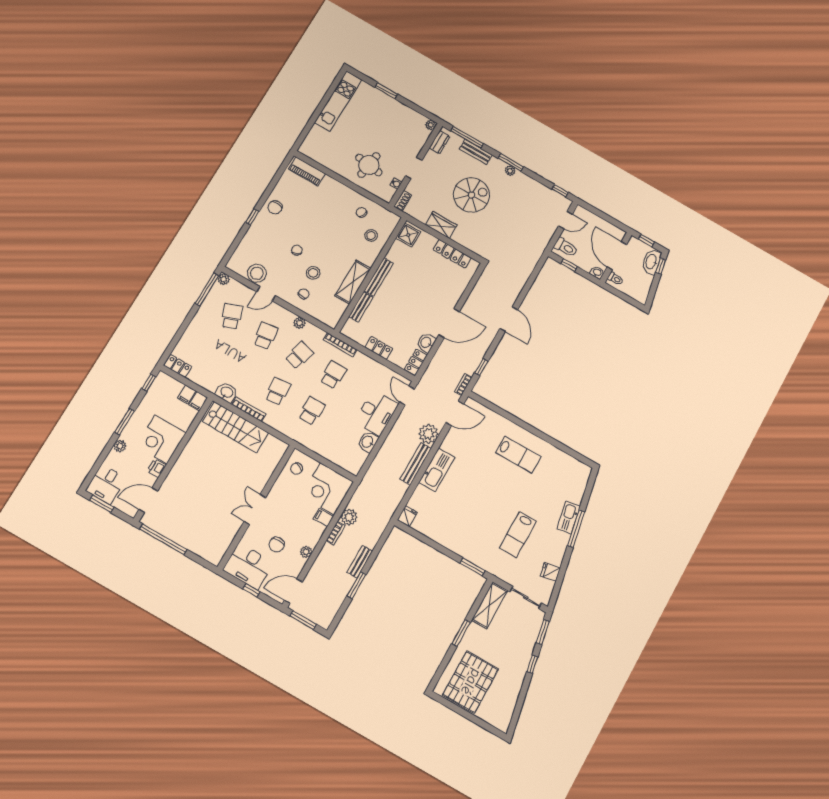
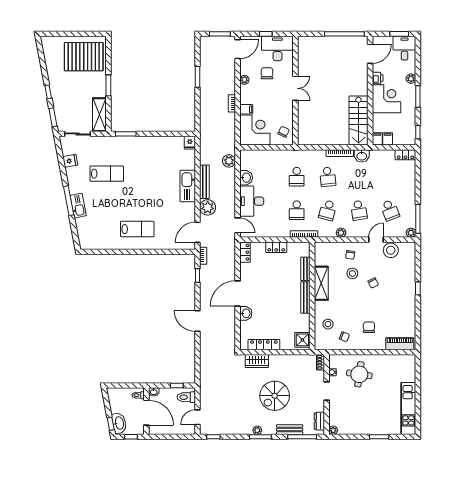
chair: (275, 207) -> (369, 327), moved
wardrobe: (441, 225) -> (257, 361), moved
washbasin: (426, 343) -> (246, 313), moved
stairs: (235, 427) -> (359, 120), moved, turned -90
lab bench: (518, 455) -> (137, 229), turned 180
plant: (349, 517) -> (229, 161), moved
lab bench: (518, 535) -> (107, 174), turned 90
bench: (360, 562) -> (204, 94), removed
pallet: (471, 682) -> (84, 57), turned 90

